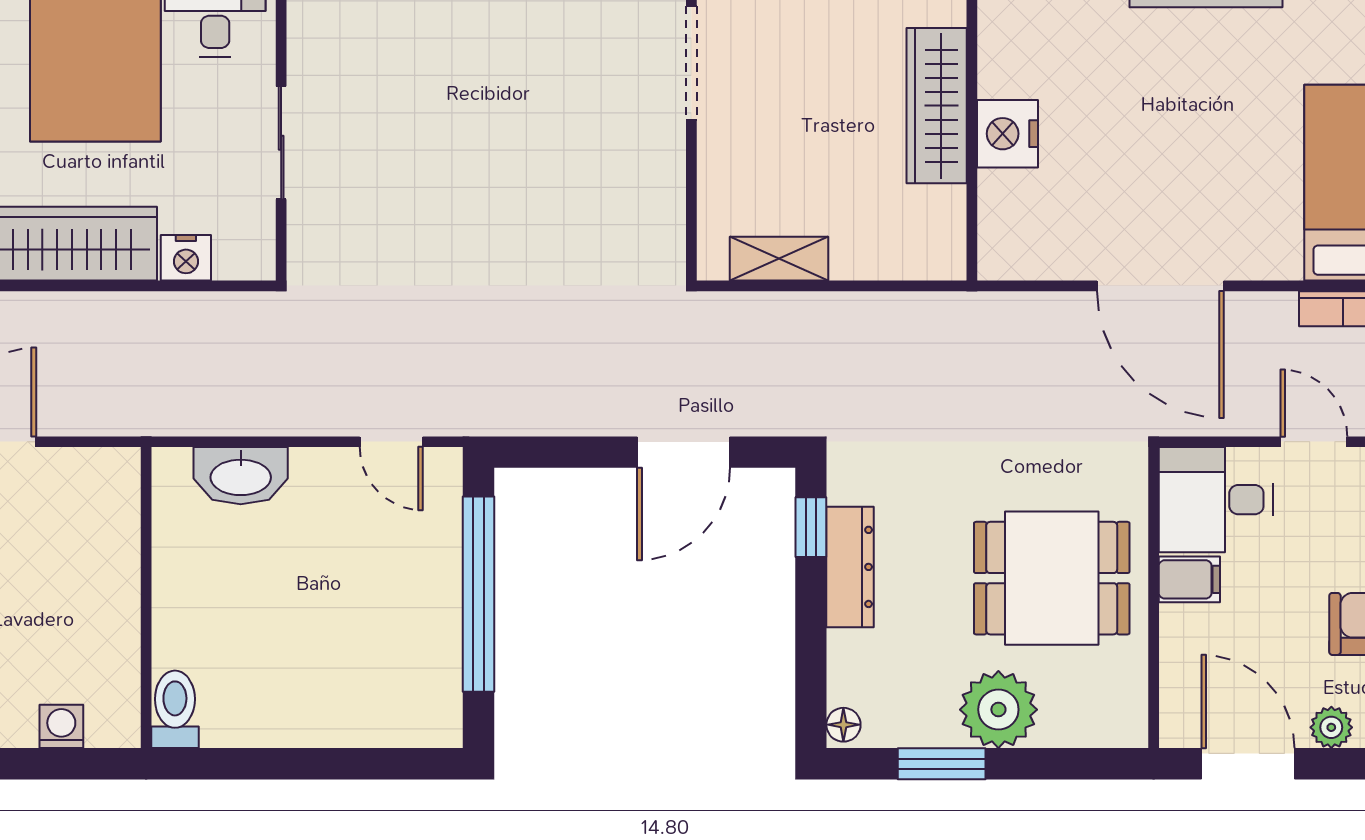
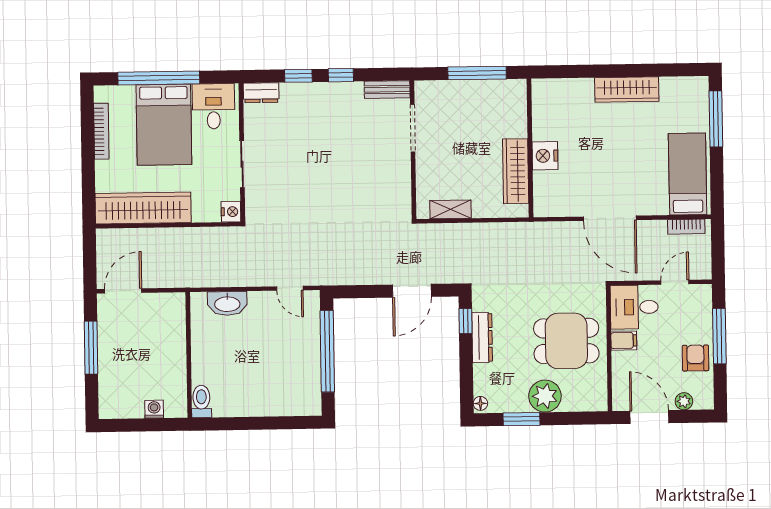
wardrobe: (937, 106) -> (516, 171), moved
nightstand: (186, 258) -> (231, 212), moved, turned -90
door: (1314, 442) -> (675, 282), hinge flipped

